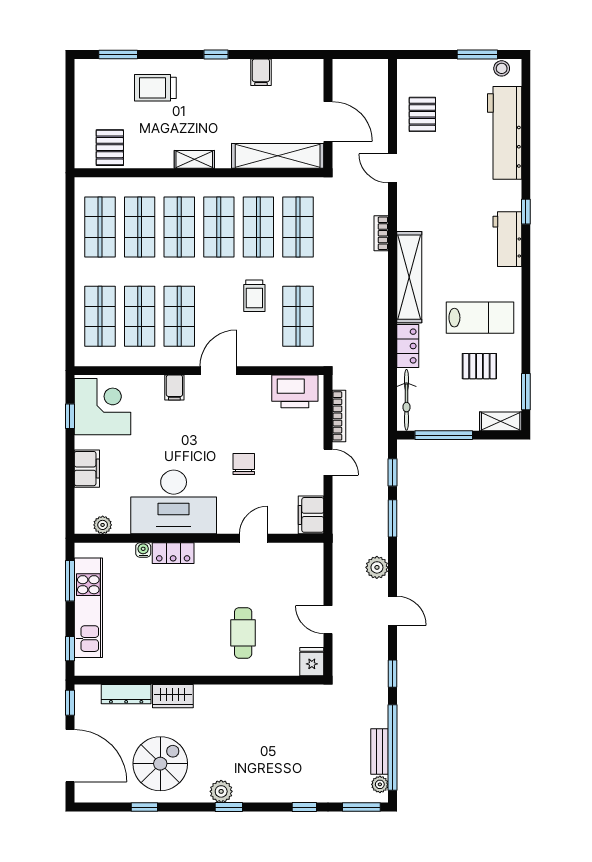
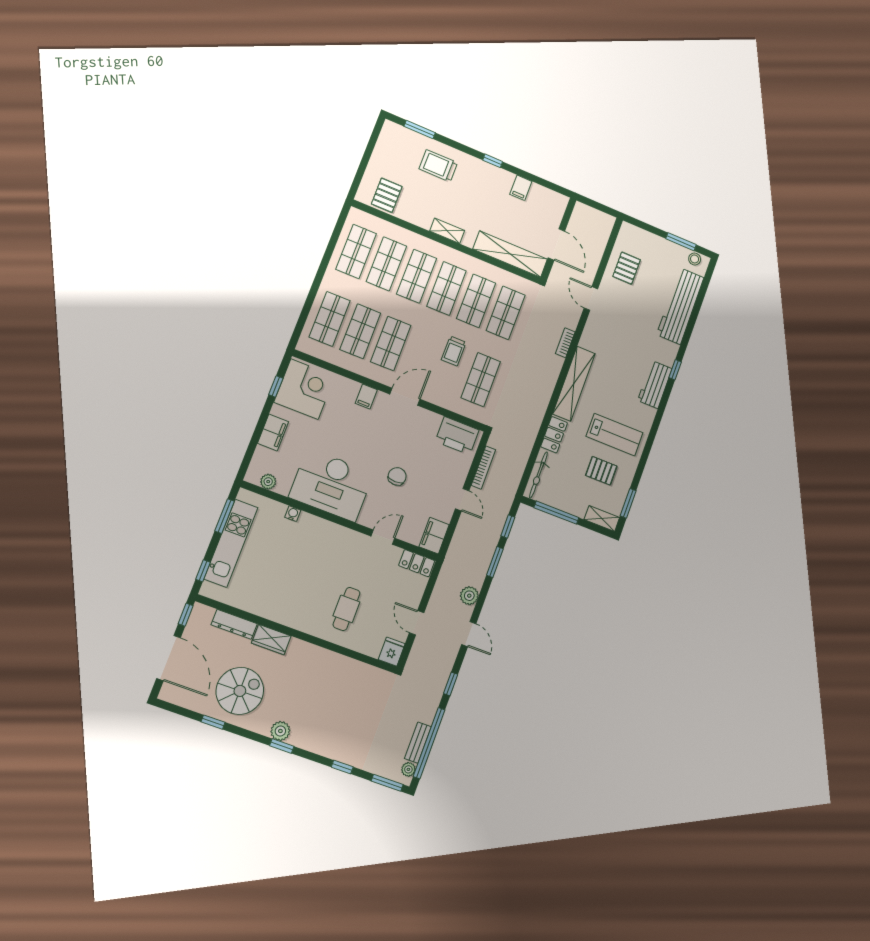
locker: (173, 553) -> (417, 563), moved

